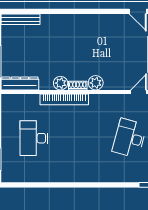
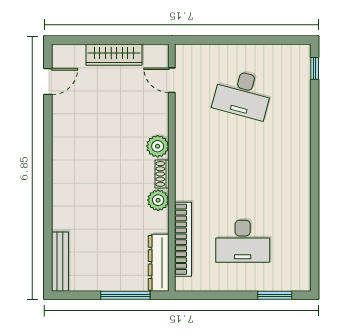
bookcase: (64, 99) -> (183, 239), moved

